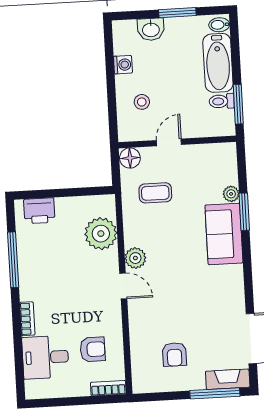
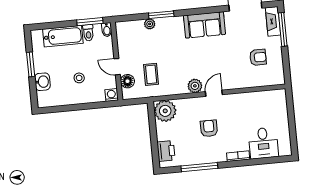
bidet: (219, 25) -> (107, 30), moved
washing machine: (123, 65) -> (111, 95), moved
stool: (142, 102) -> (79, 78), moved
floor lamp: (130, 158) -> (127, 81), moved
plant: (101, 234) -> (165, 111), moved
sofa: (224, 234) -> (204, 25), moved
armchair: (93, 349) -> (209, 128), moved
bookcase: (108, 388) -> (282, 100), removed

